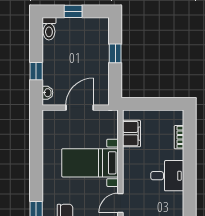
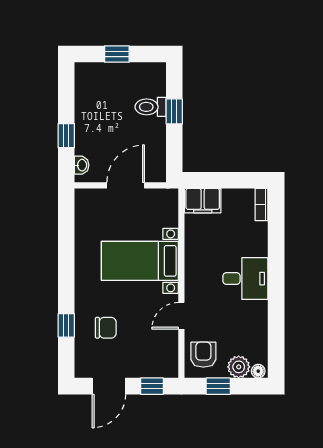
toilet: (49, 29) -> (151, 107), moved, turned 90
filing cabinet: (132, 134) -> (203, 201), moved, turned 90
bookcase: (179, 137) -> (262, 205), moved

